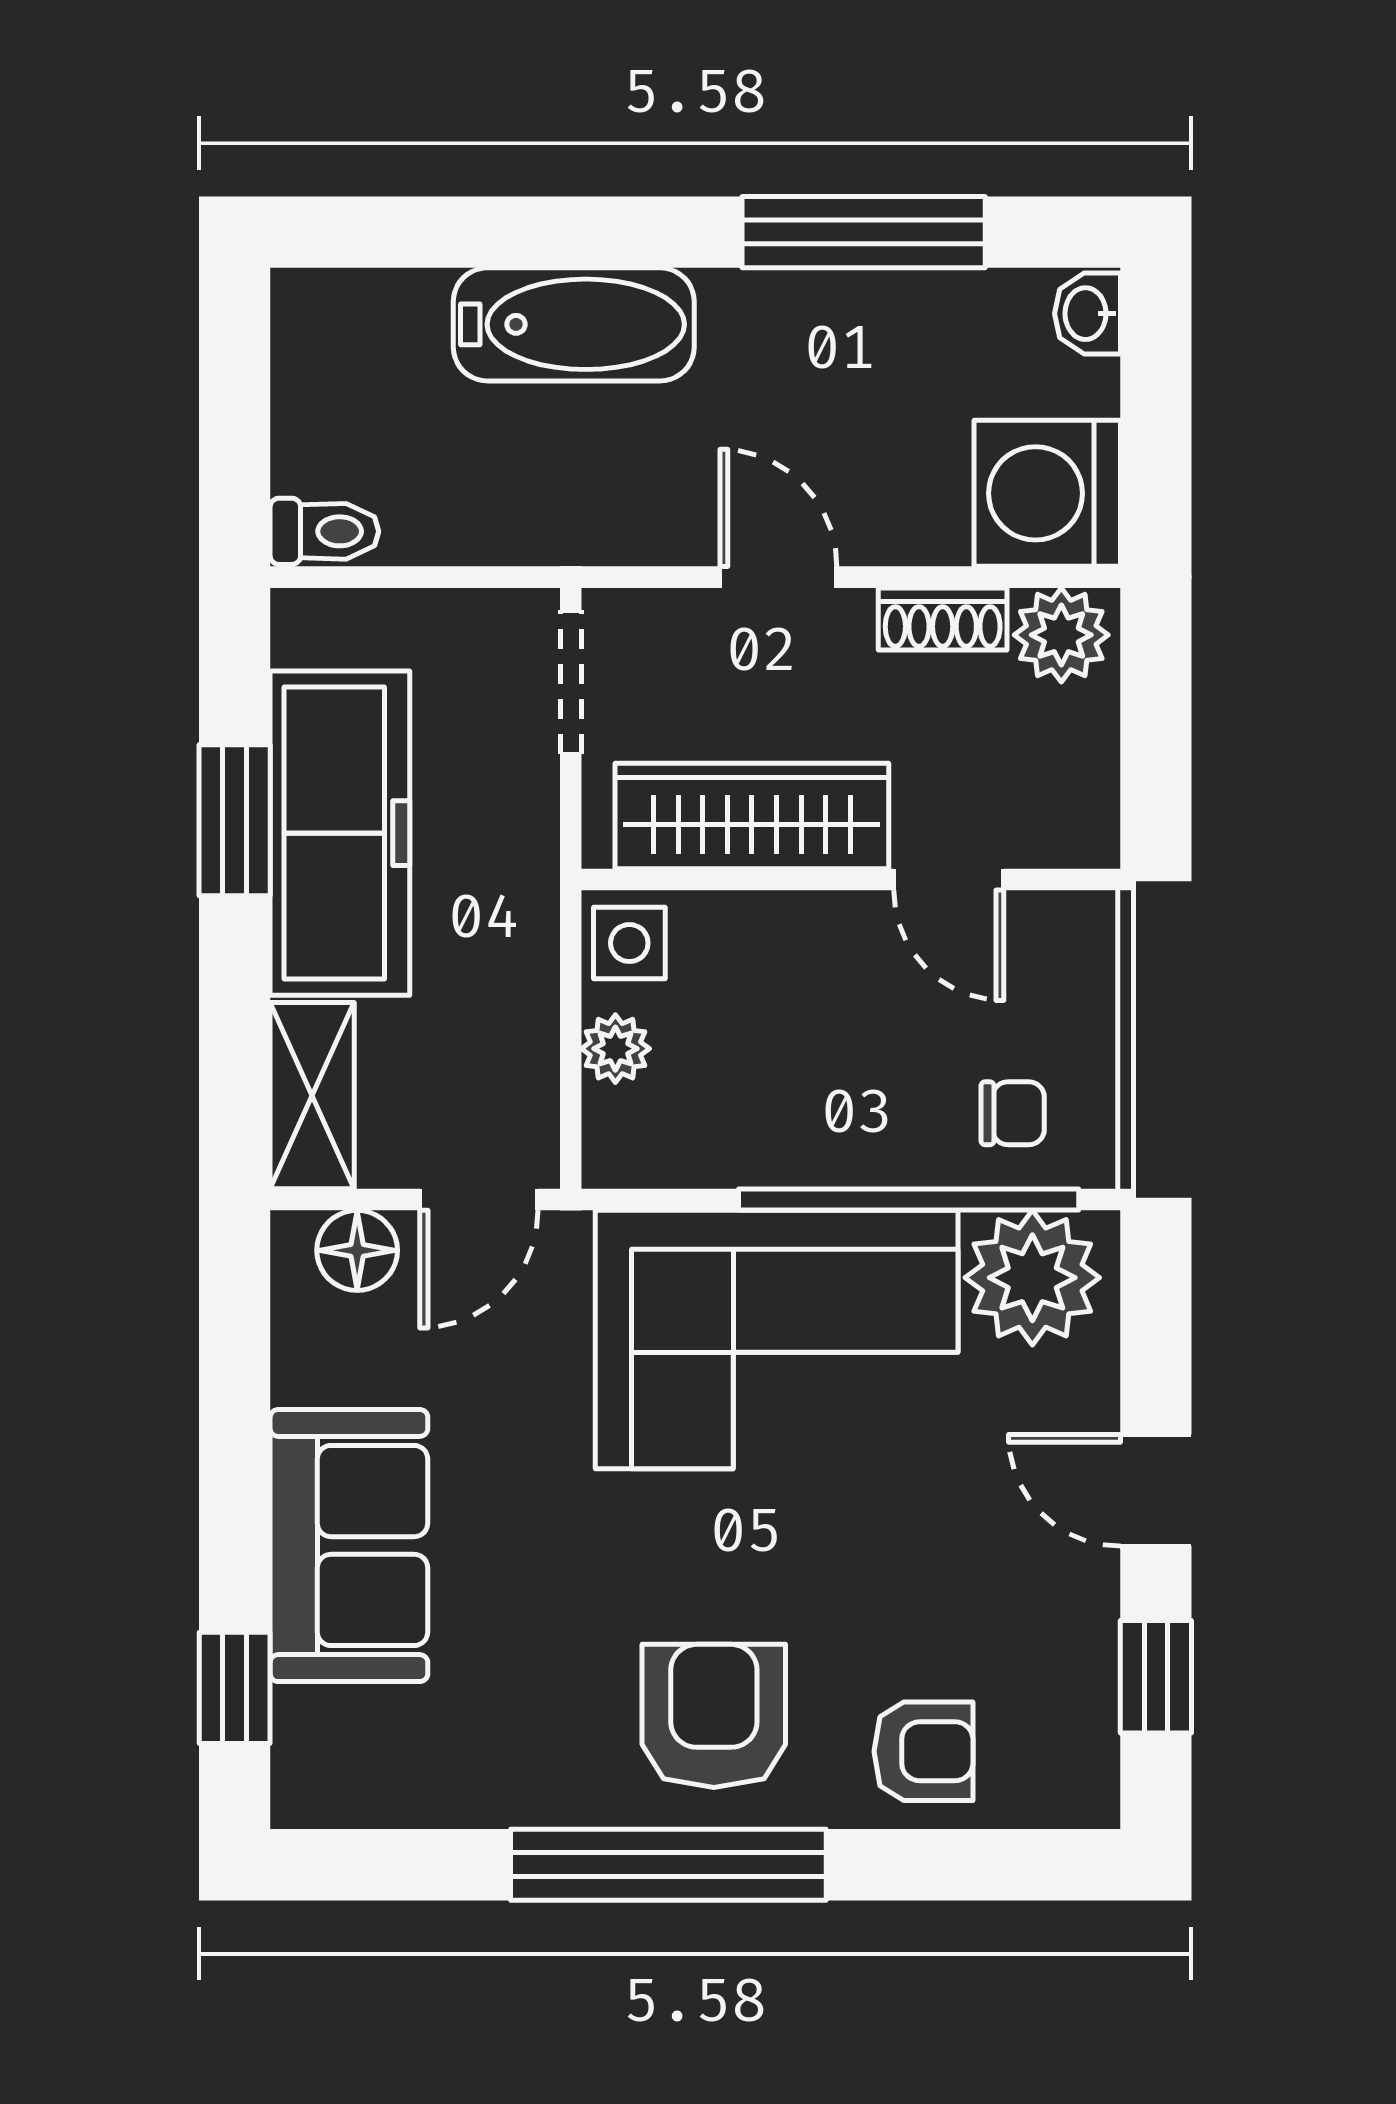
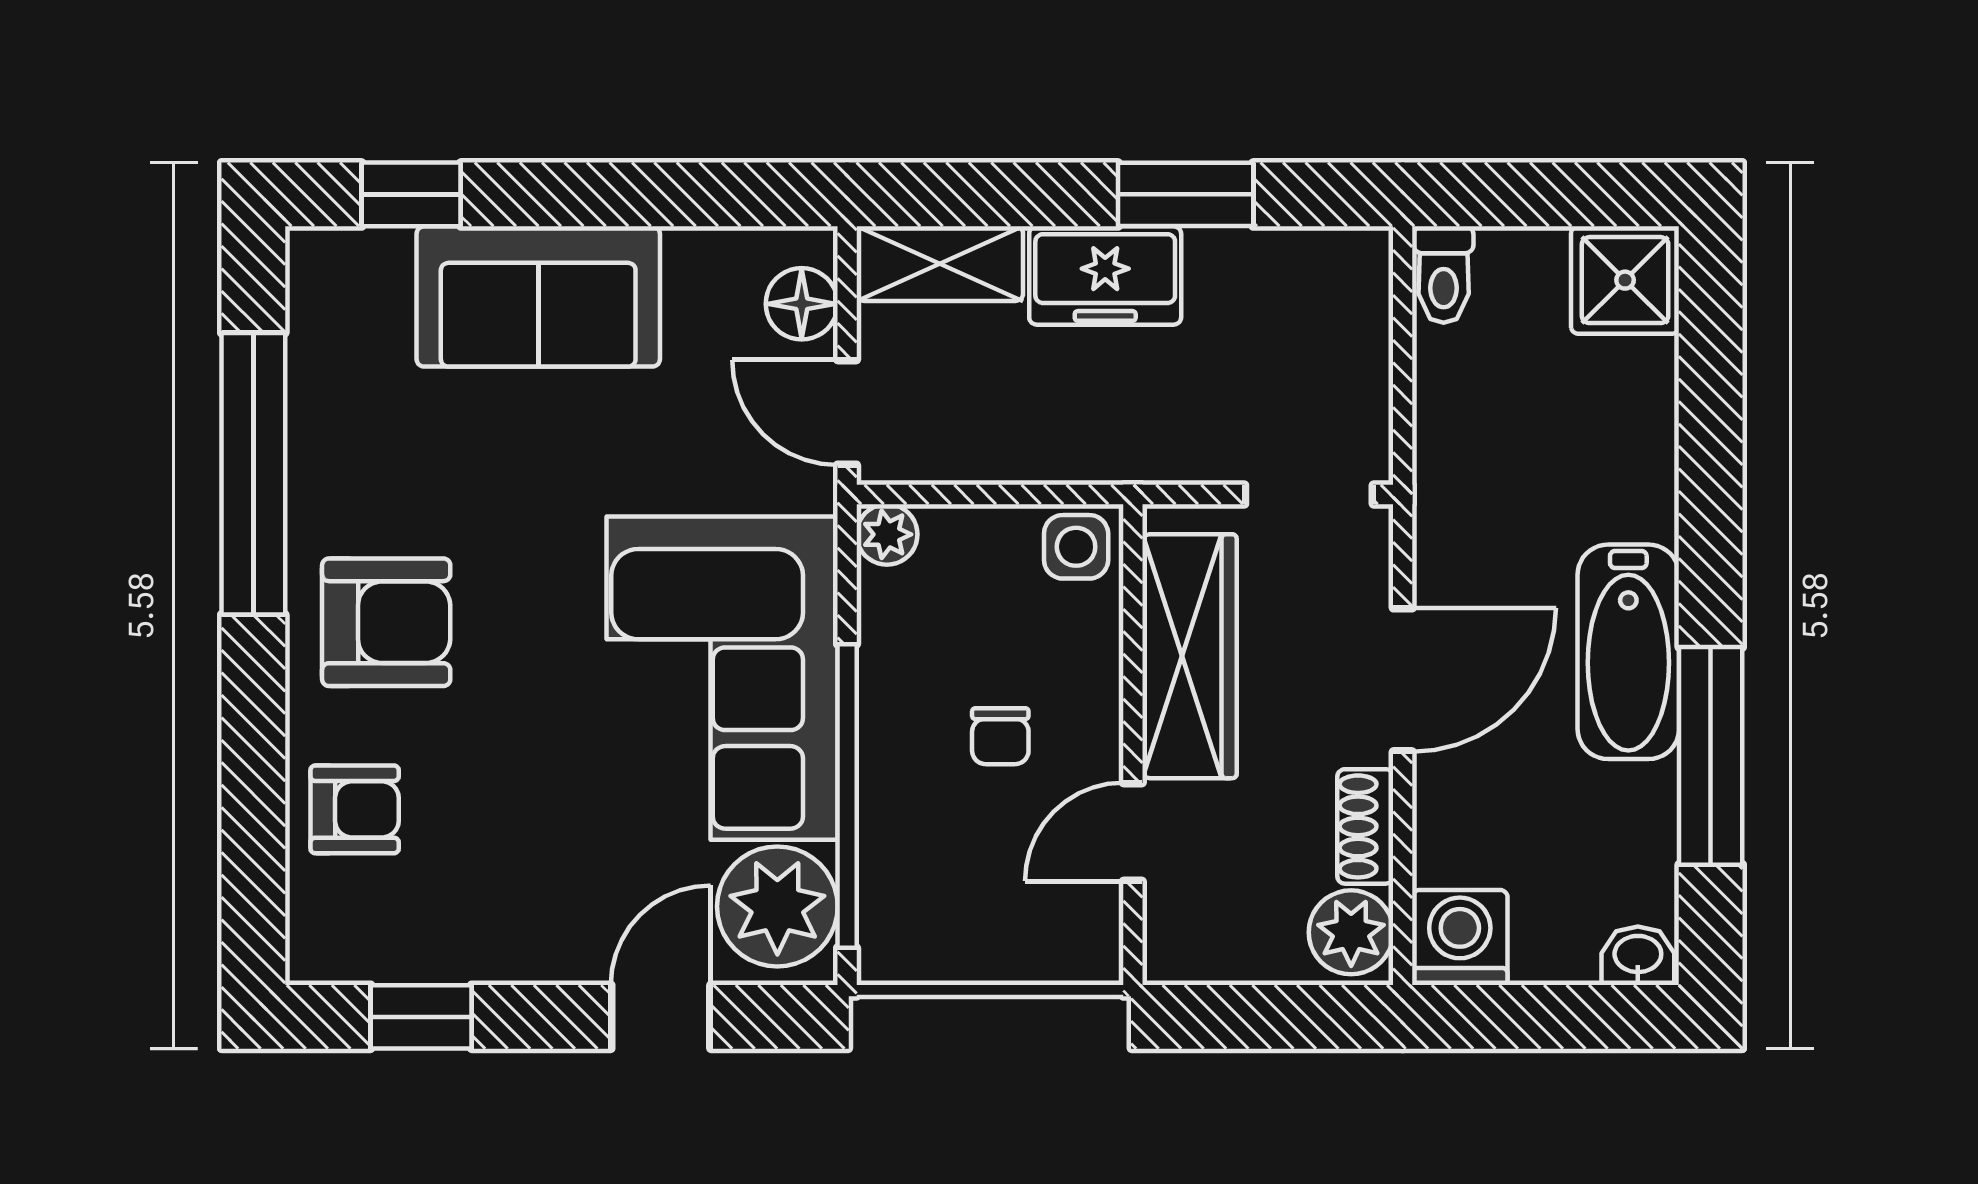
bathtub: (574, 324) -> (1628, 652), moved
shower: (331, 328) -> (1625, 280), added
washing machine: (1047, 493) -> (1460, 937), width x0.73, depth x0.73
door: (778, 577) -> (1403, 680), width x1.38
freezer: (340, 833) -> (1105, 275), width x0.52, depth x0.79
plant: (615, 1049) -> (887, 534), moved
chair: (1013, 1113) -> (1000, 736), moved
door: (1156, 1490) -> (661, 1017), moved
armchair: (924, 1751) -> (355, 809), turned -90
window: (668, 1865) -> (253, 474), moved

